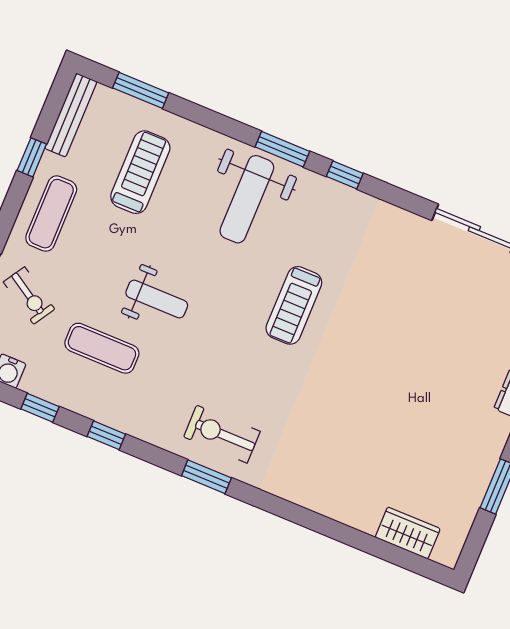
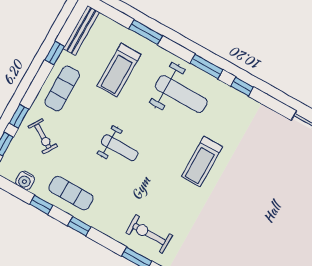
window: (141, 90) -> (146, 32), moved
treadmill: (140, 172) -> (119, 70), turned 180
weight bench: (247, 199) -> (181, 94), turned -90
exercise mat: (102, 348) -> (71, 193), moved

